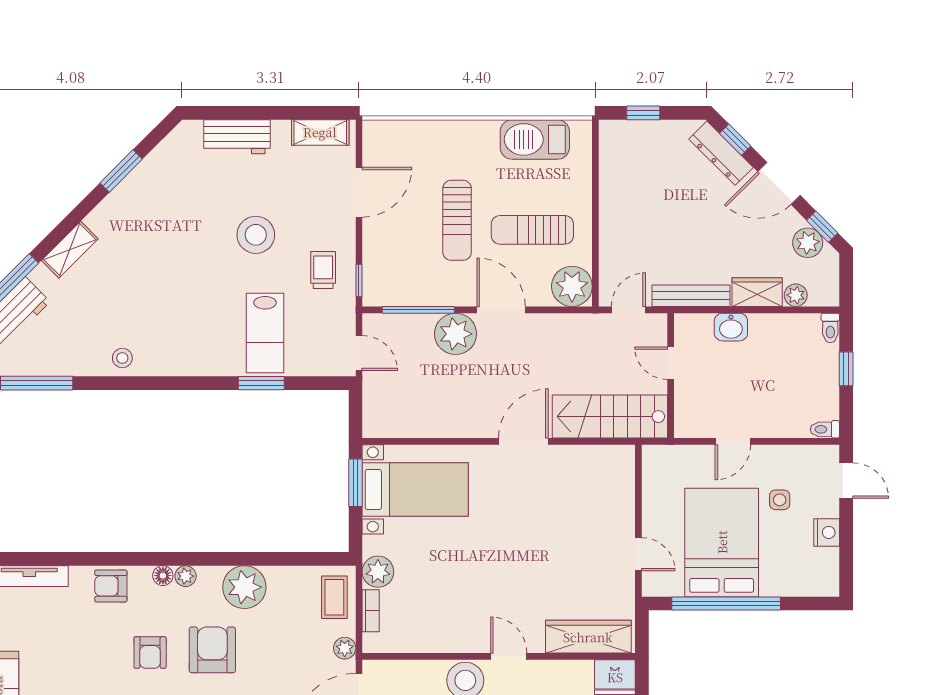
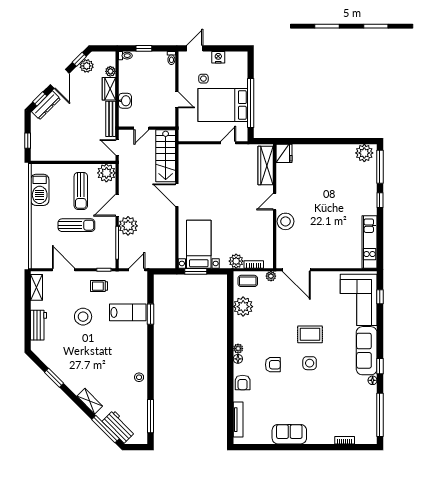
plant: (244, 587) -> (243, 307), moved
armchair: (212, 650) -> (272, 336), removed

